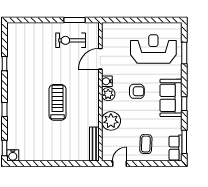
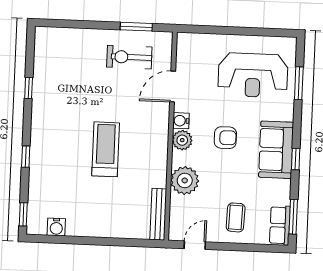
reception desk: (153, 49) -> (253, 75), turned 180
water cooler: (13, 155) -> (56, 227), moved

